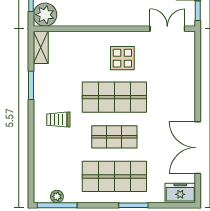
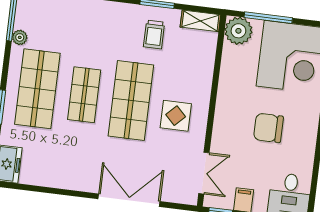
trolley: (58, 120) -> (154, 34), moved, turned 180
double door: (198, 148) -> (129, 200), moved
plant: (57, 196) -> (20, 37), moved

